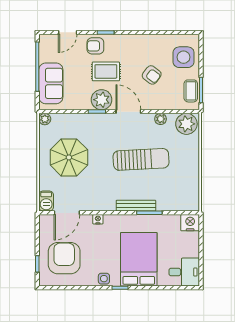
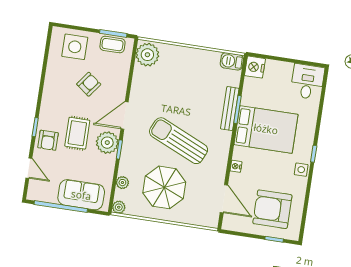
plant: (161, 119) -> (122, 183), moved
sun lounger: (141, 159) -> (179, 141), moved, turned -63
barbecue: (46, 201) -> (232, 61), moved, turned 180
bench: (136, 206) -> (230, 109), moved
bed: (139, 259) -> (266, 129), moved, turned 180

